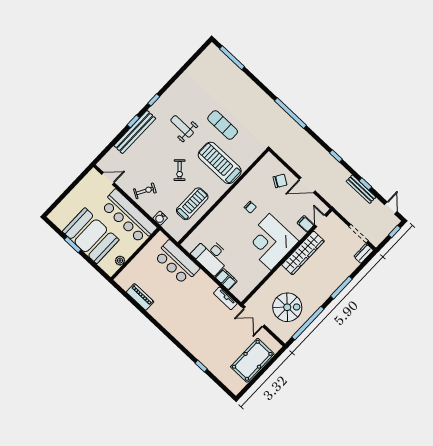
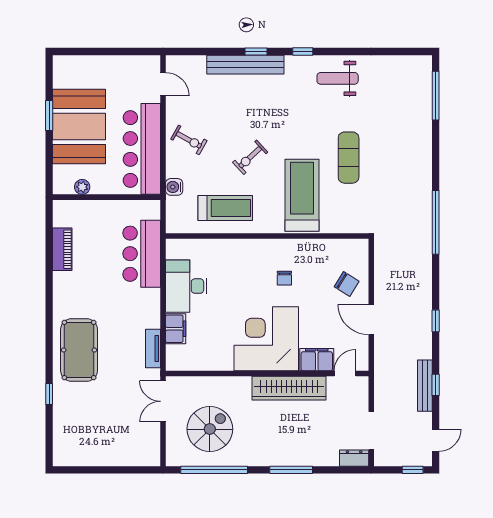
weight bench: (182, 126) -> (338, 78), moved, turned -90
filing cabinet: (306, 224) -> (317, 360), width x2.00
spiral stairs: (287, 307) -> (210, 429), turned -90
pool table: (252, 360) -> (79, 350), moved, turned 90

